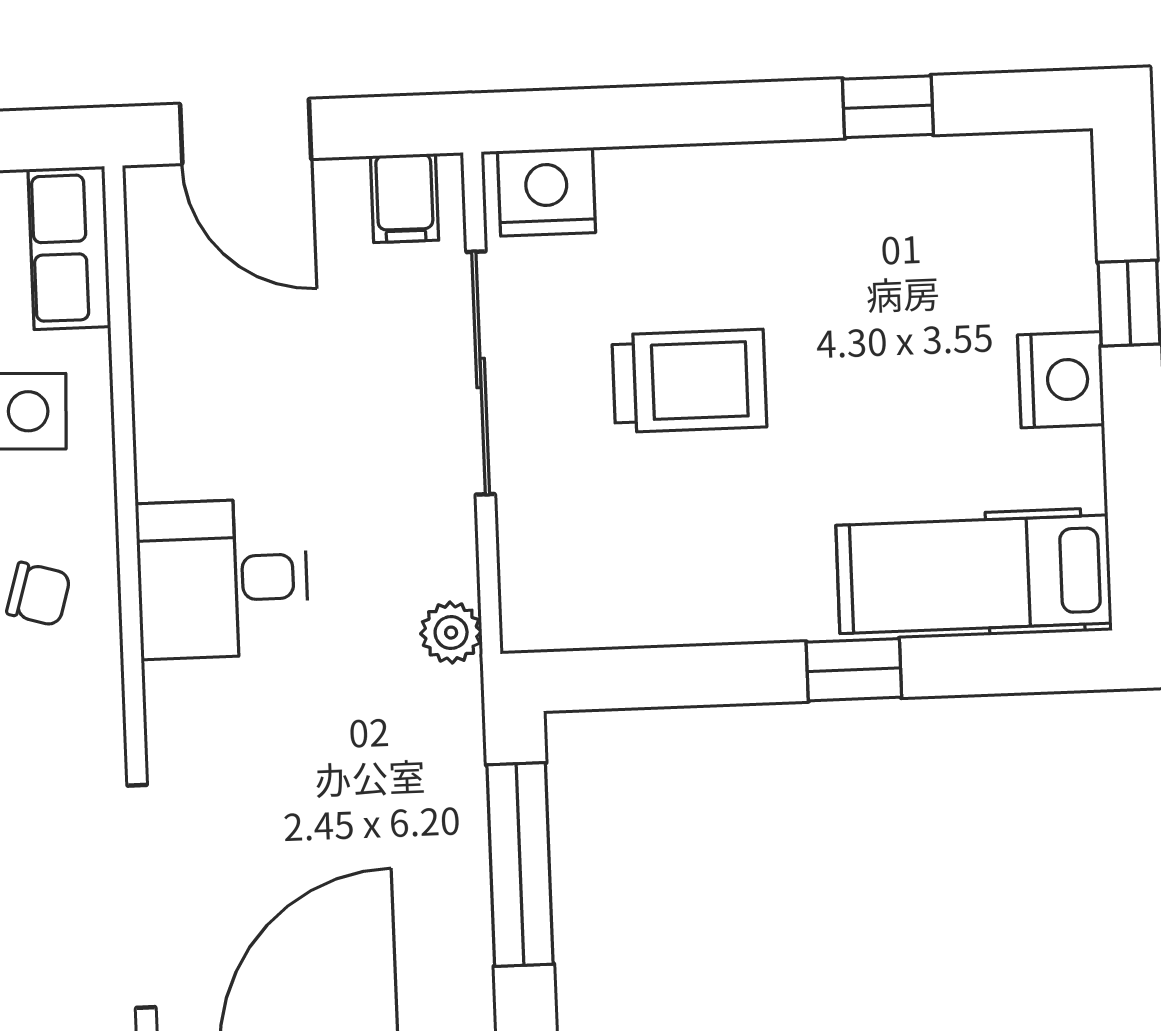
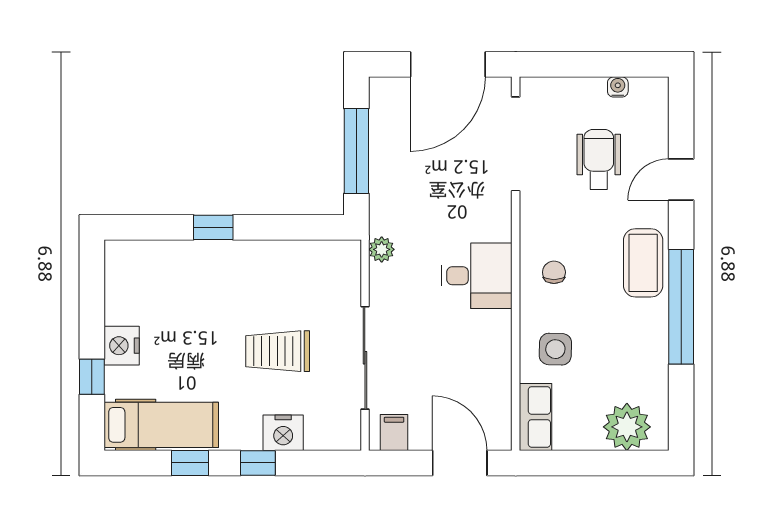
window: (726, 113) -> (258, 463), added
nightstand: (547, 192) -> (283, 433), moved
hospital bed: (974, 574) -> (161, 425), moved
chair: (39, 594) -> (554, 272), turned 74

